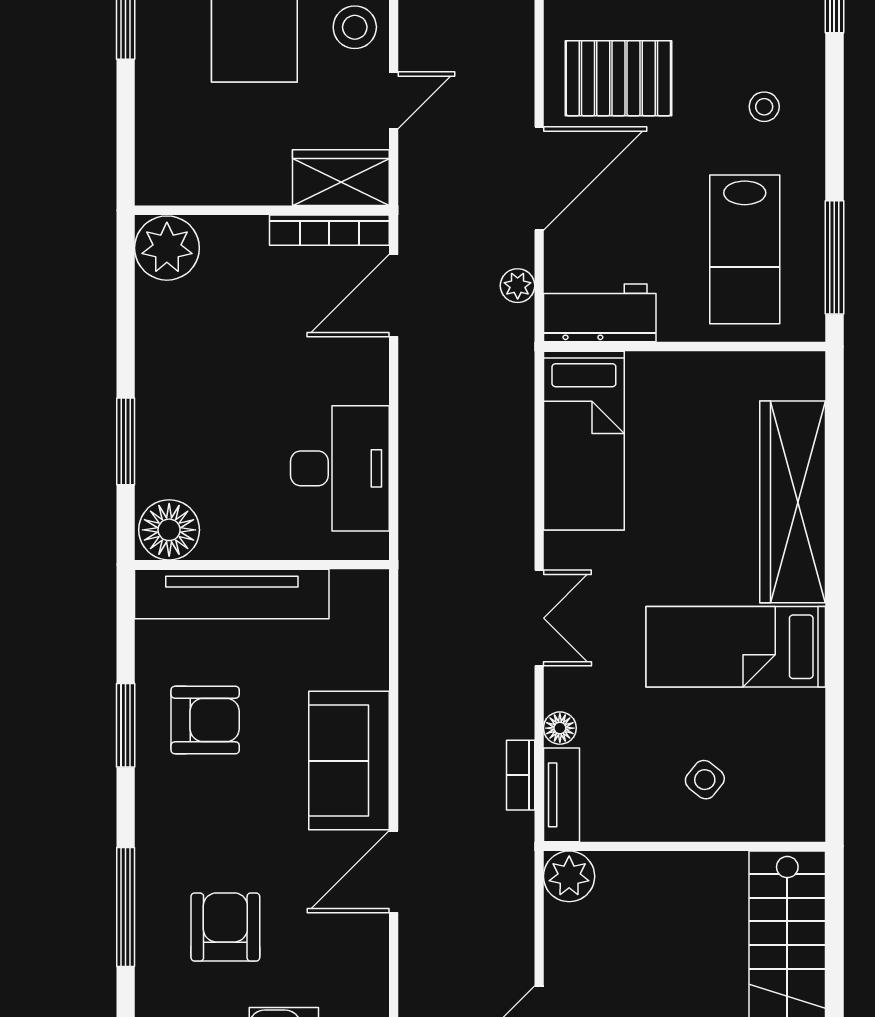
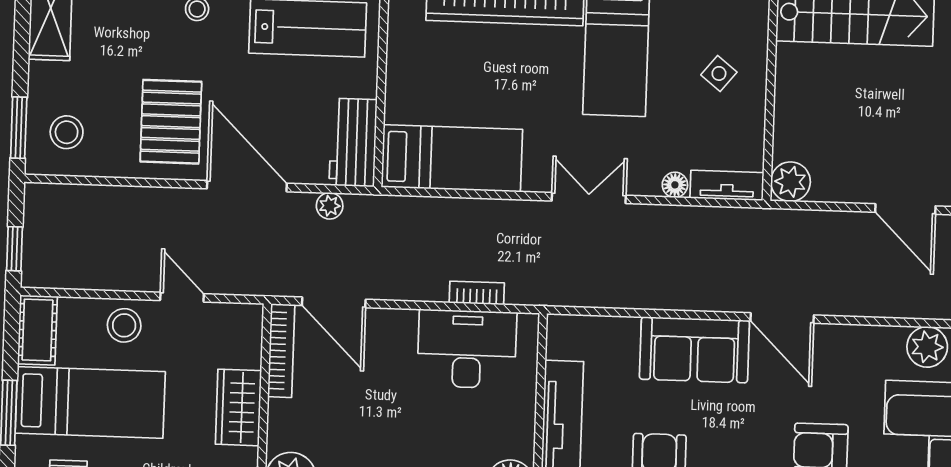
wardrobe: (341, 178) -> (238, 407), moved
bookcase: (521, 775) -> (477, 293), moved, turned 180

